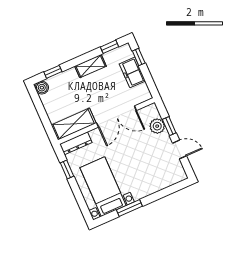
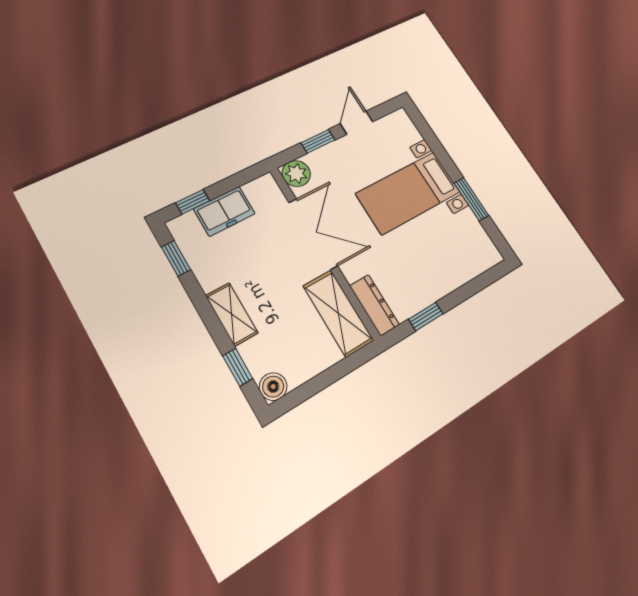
shelving: (90, 66) -> (232, 314), moved
plant: (157, 126) -> (296, 174), moved
bed with nightstands: (103, 187) -> (408, 193), moved

